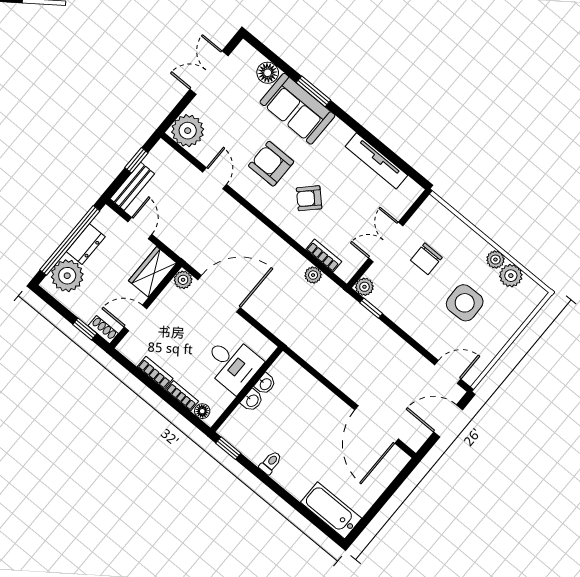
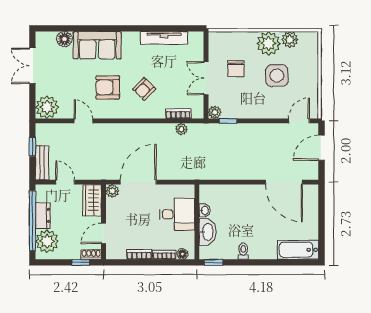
window: (313, 91) -> (98, 28), removed
plant: (495, 260) -> (269, 43), width x1.88, depth x1.88
washbasin: (252, 400) -> (207, 232), width x1.91, depth x1.45

